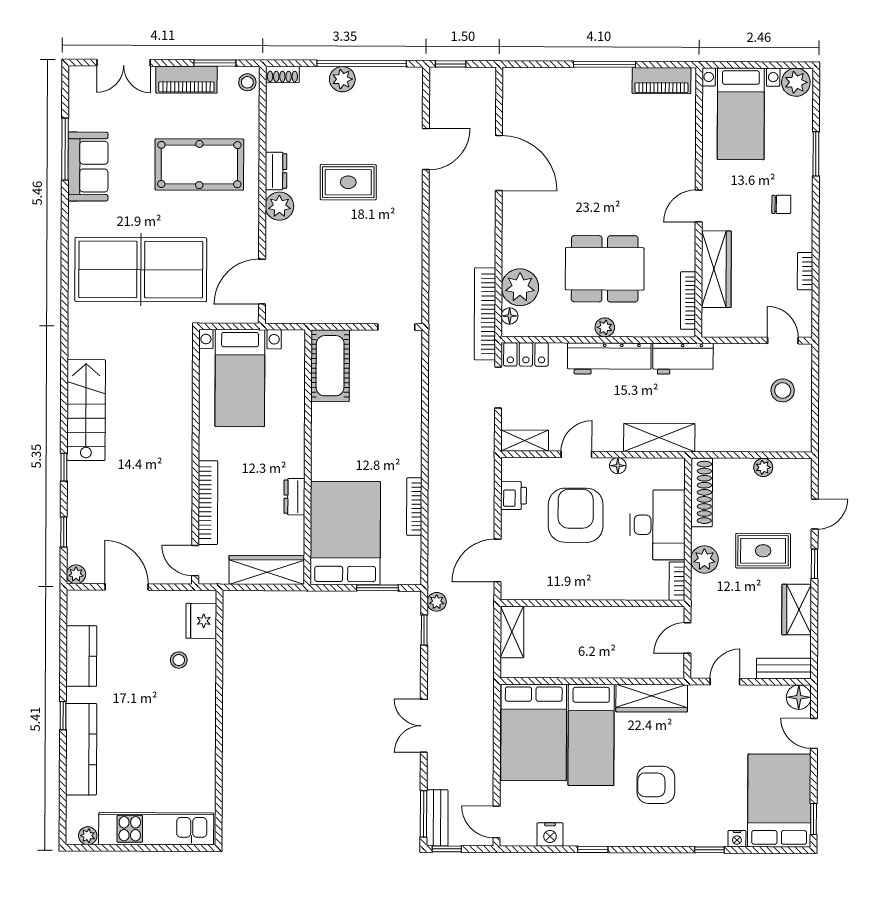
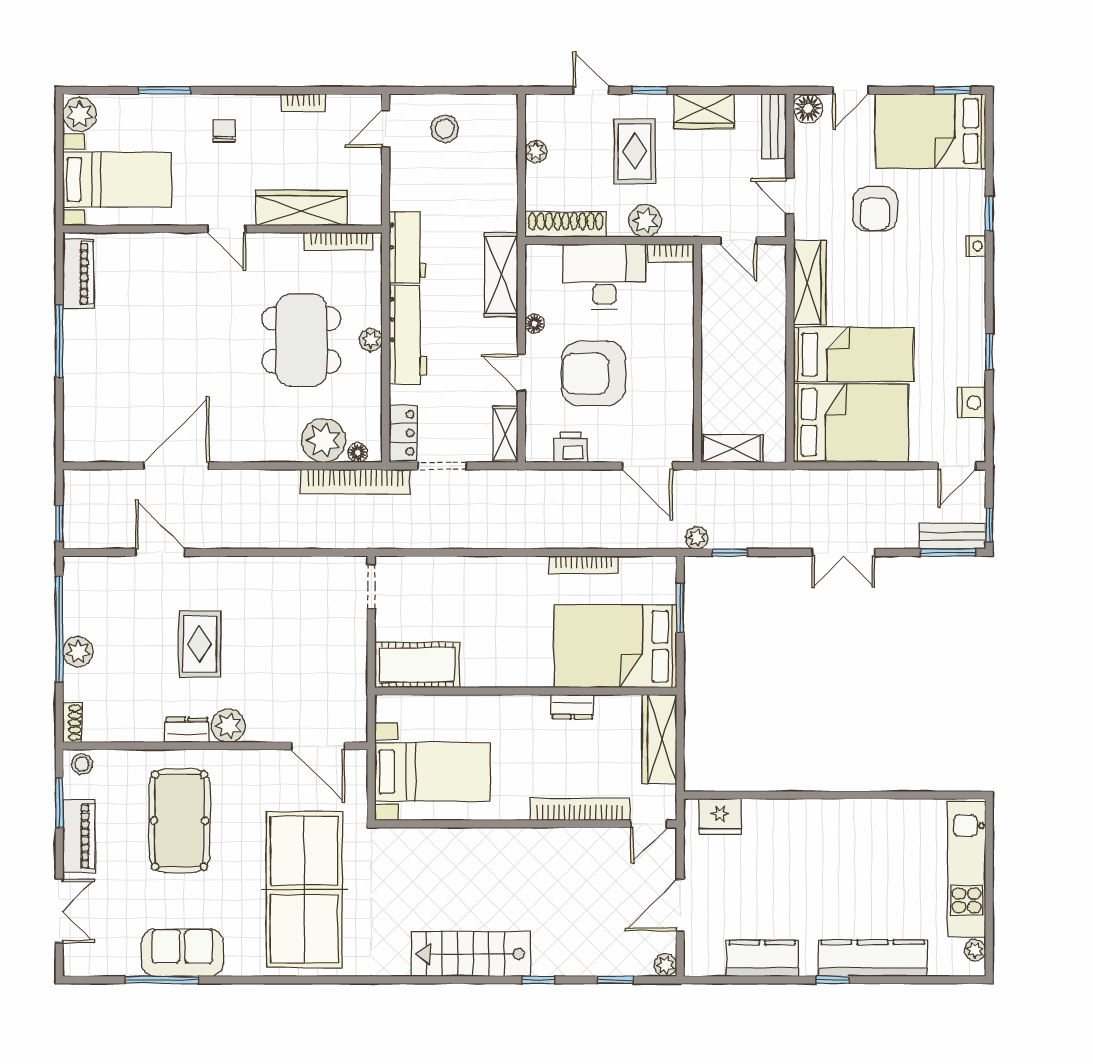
stool: (179, 660) -> (766, 843), removed
armchair: (656, 785) -> (875, 209), moved
nightstand: (737, 839) -> (976, 246), moved

